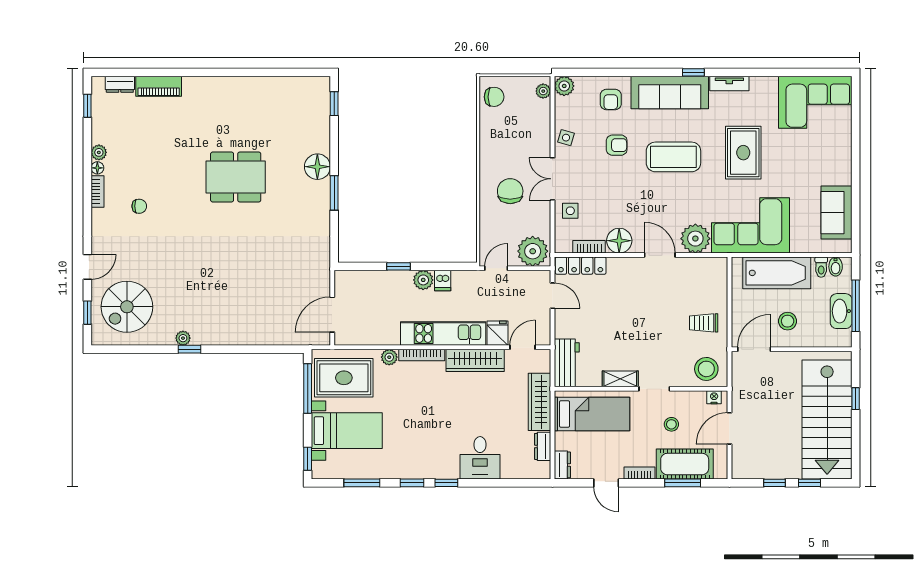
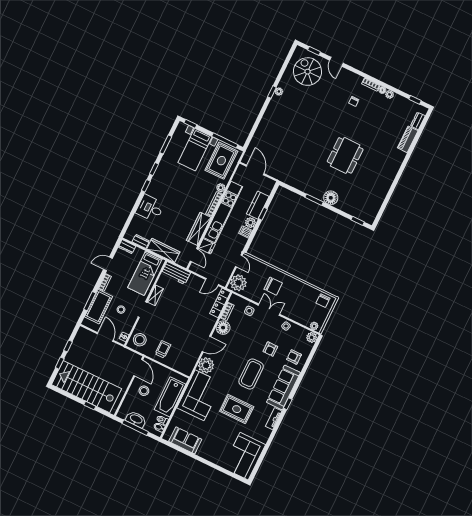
kitchen counter: (388, 282) -> (258, 205), added
kitchen unit: (443, 333) -> (223, 212), width x1.36

